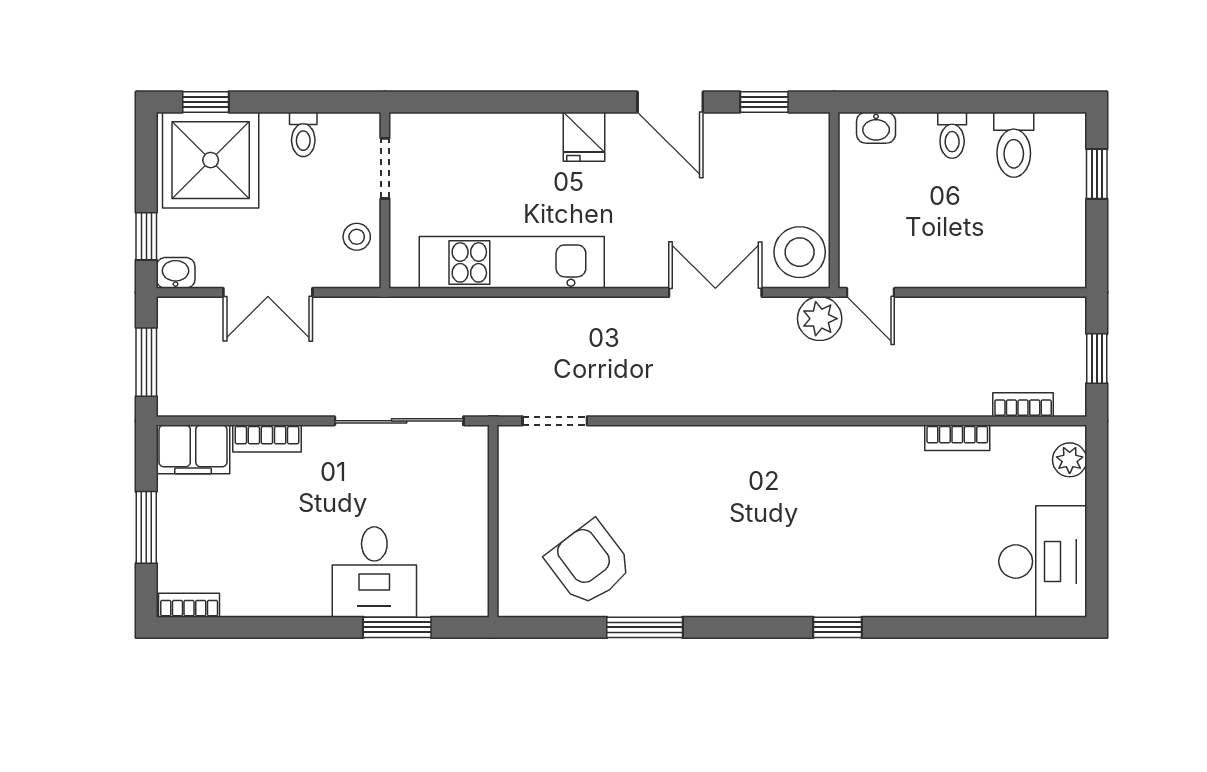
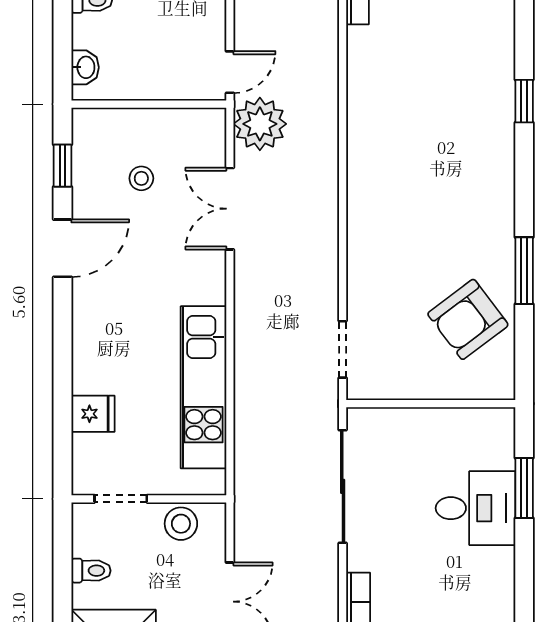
fridge: (584, 137) -> (93, 414), moved
stool: (357, 237) -> (181, 524), width x1.37, depth x1.37
stool: (800, 252) -> (141, 178), moved, width x0.53, depth x0.53
plant: (820, 319) -> (260, 124), width x1.36, depth x1.36

